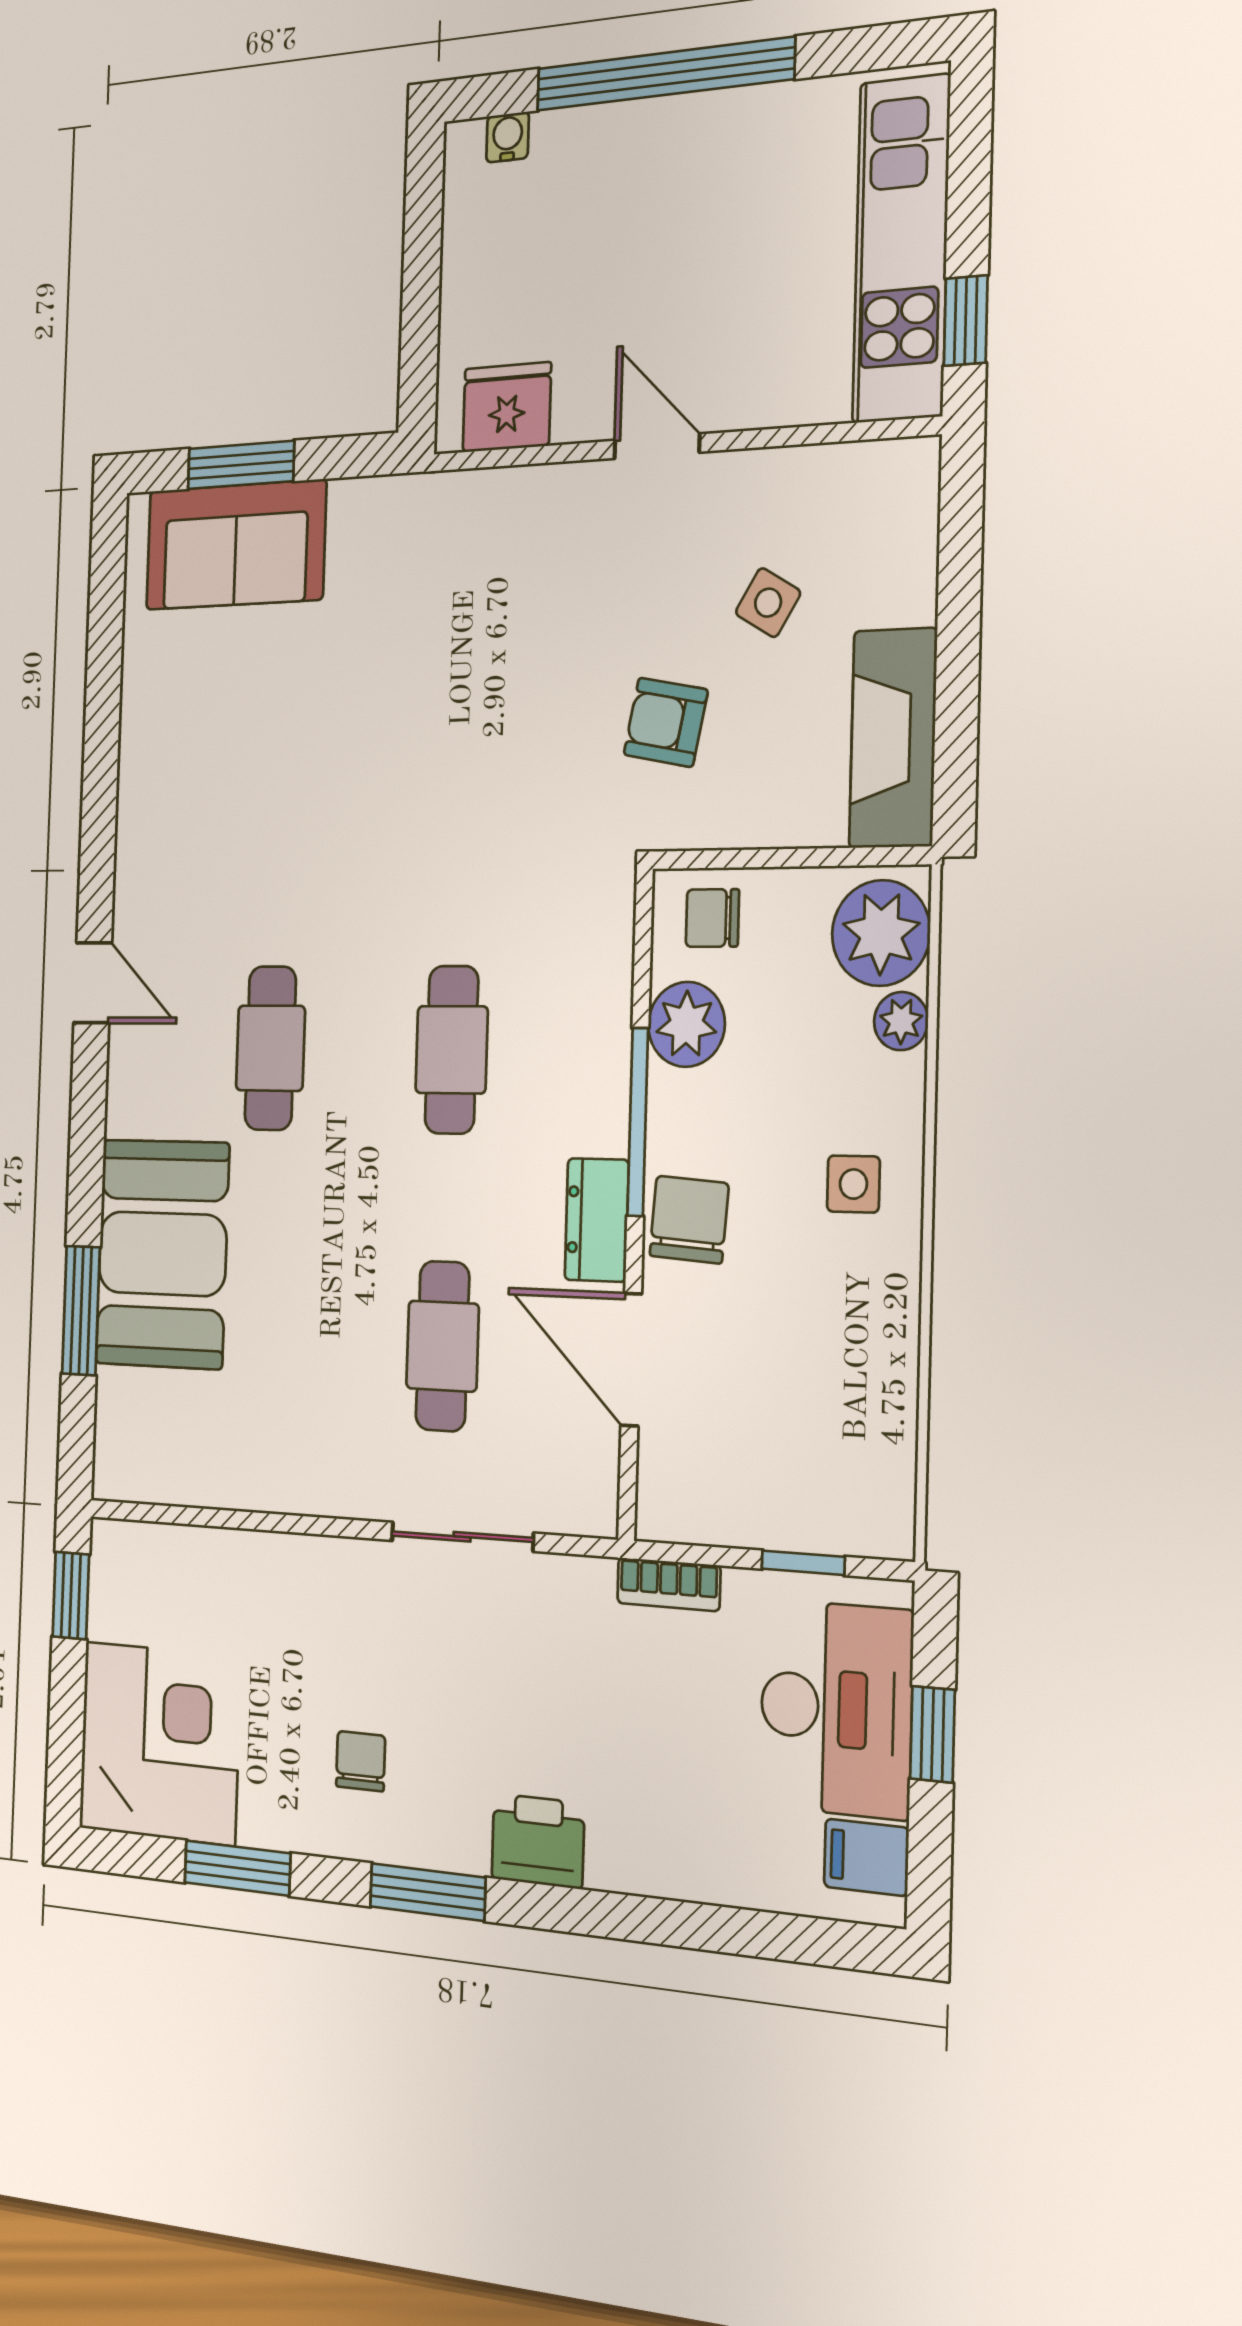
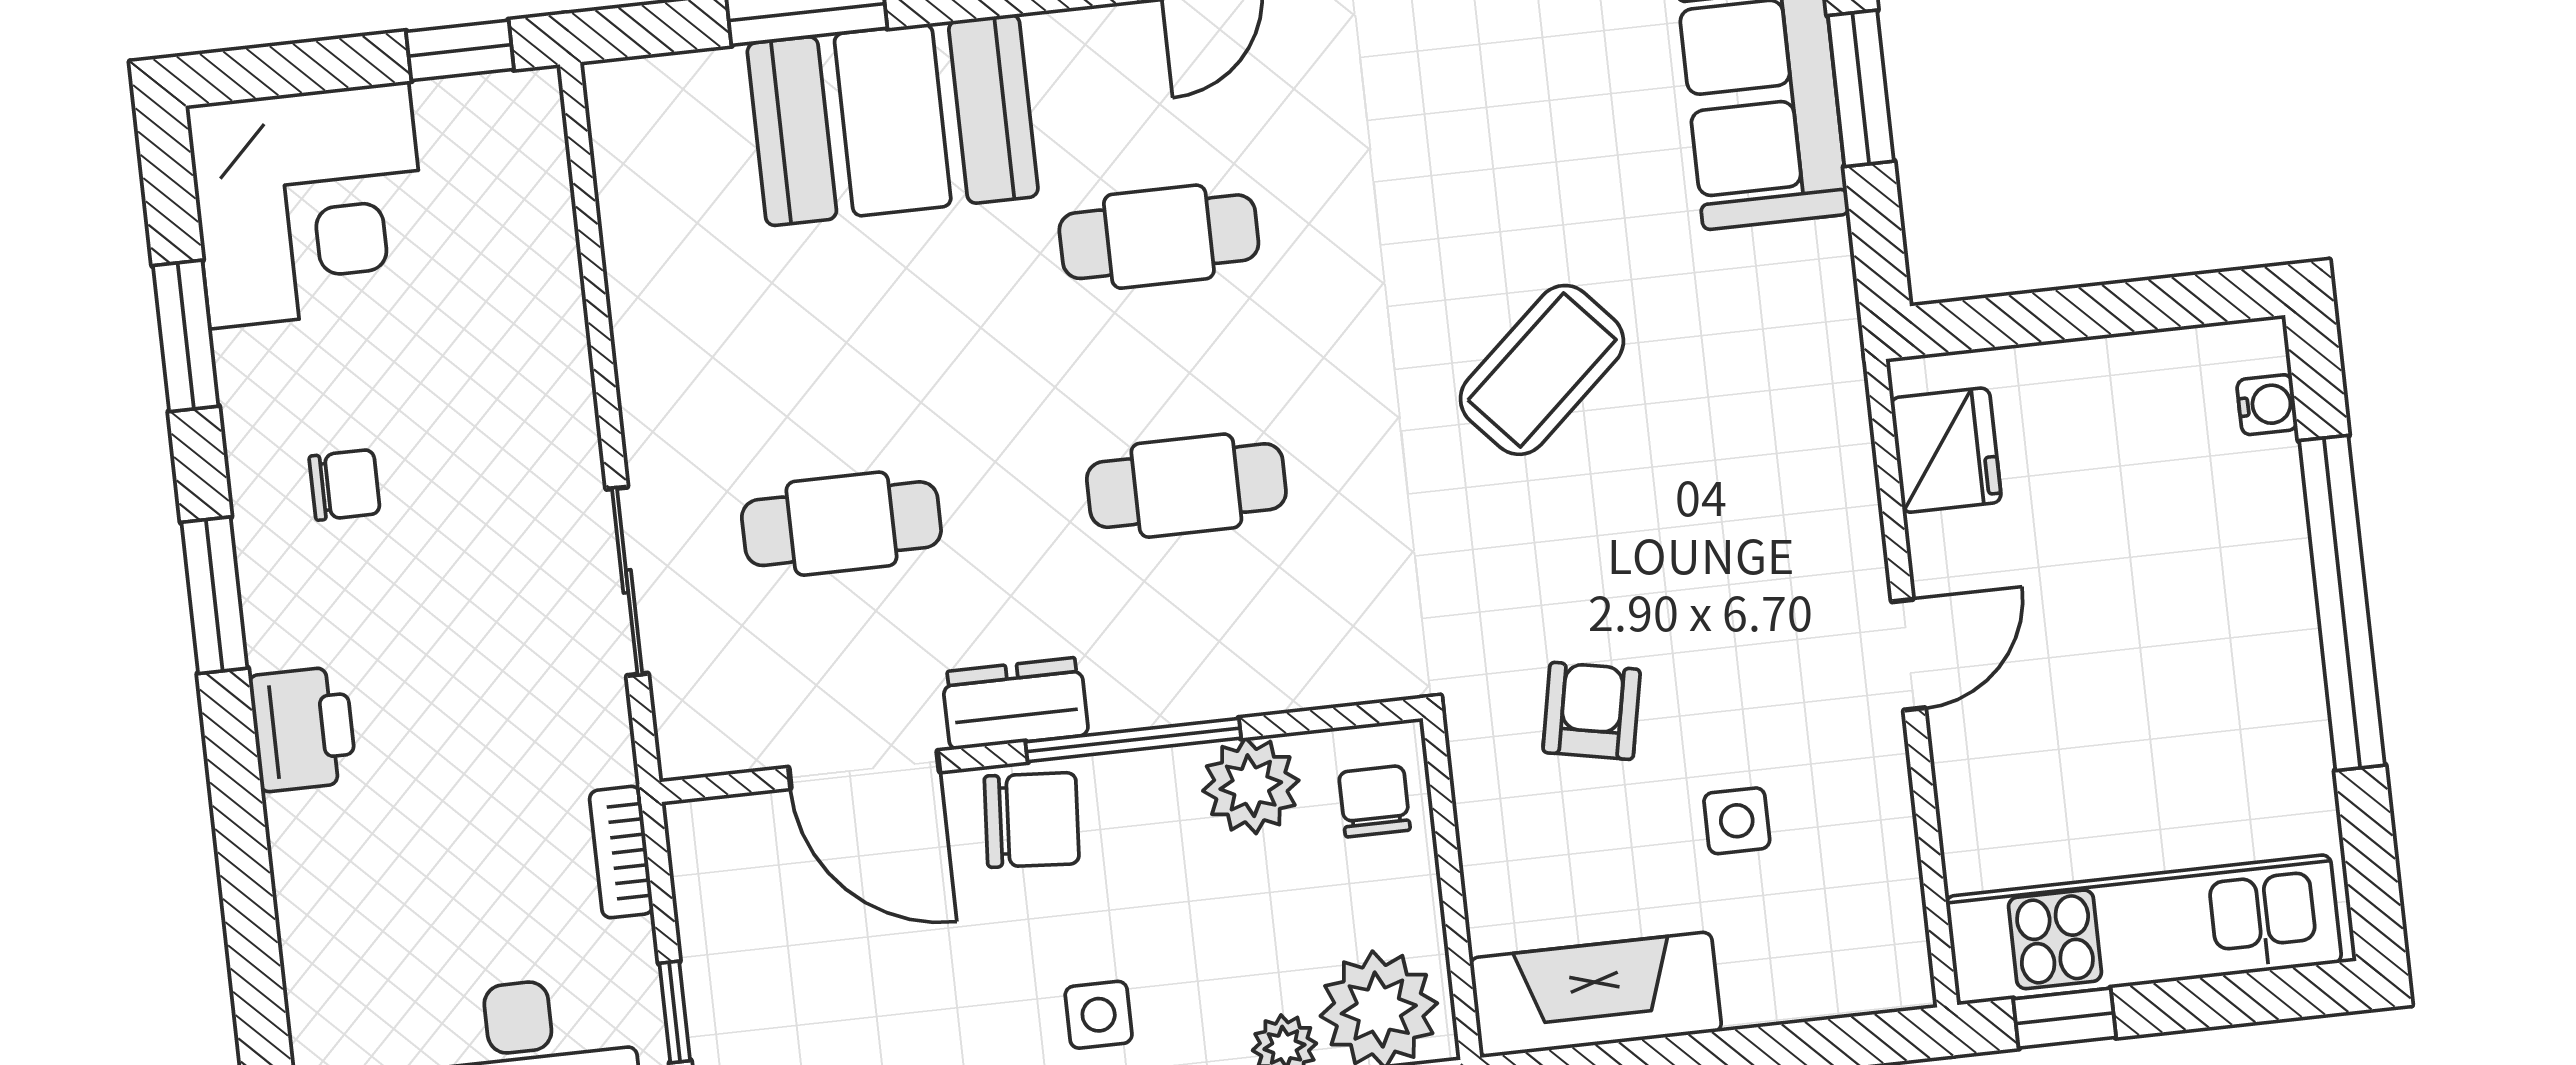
side table: (768, 603) -> (1737, 821), turned -31
coffee table: (405, 742) -> (1542, 370), added
door: (631, 1360) -> (864, 770), swing flipped

